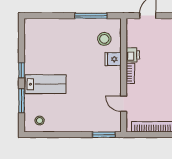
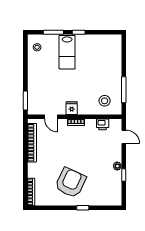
printer: (133, 55) -> (103, 124), moved
fridge: (113, 59) -> (72, 108), moved
door: (124, 104) -> (51, 117), swing flipped

